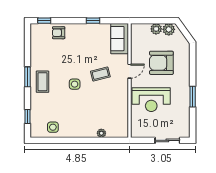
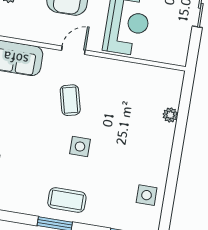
door: (130, 71) -> (73, 50), hinge flipped

